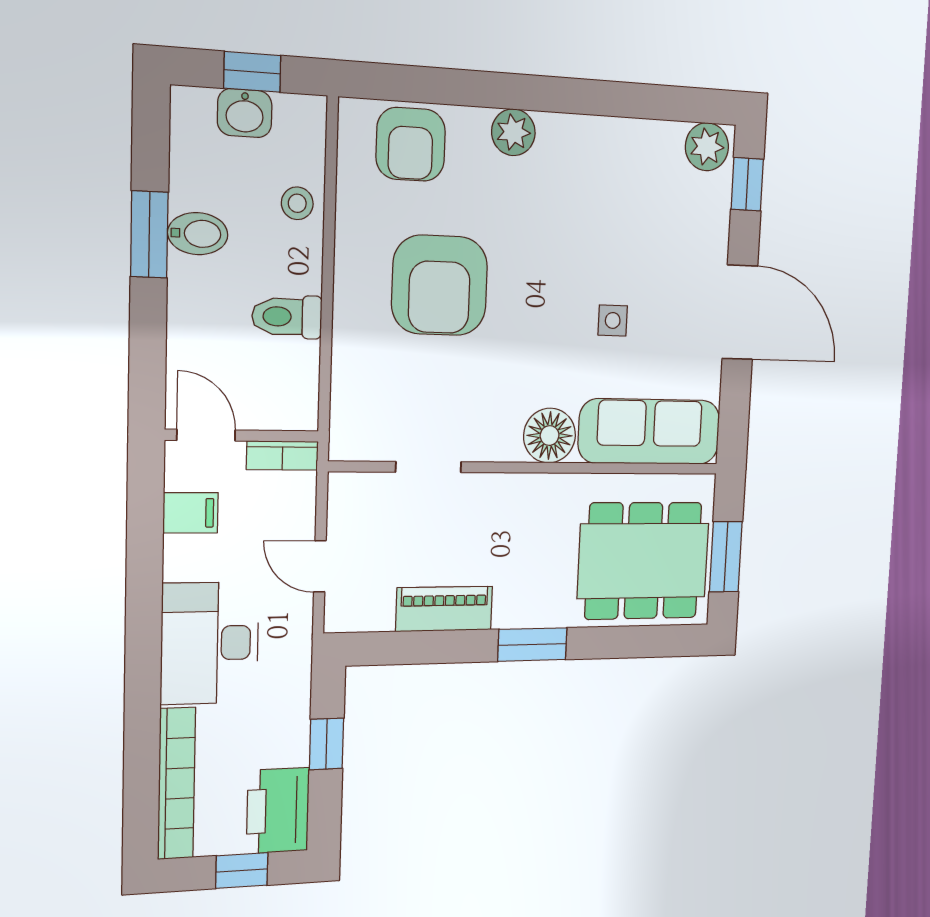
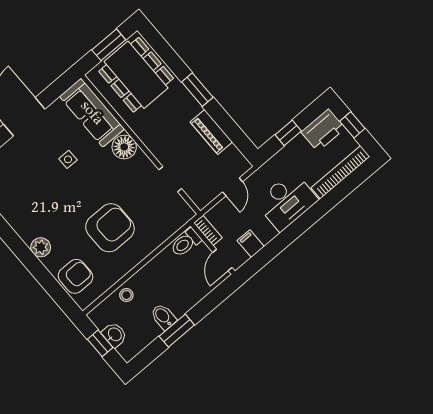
toilet: (287, 317) -> (186, 243), moved, turned 90

